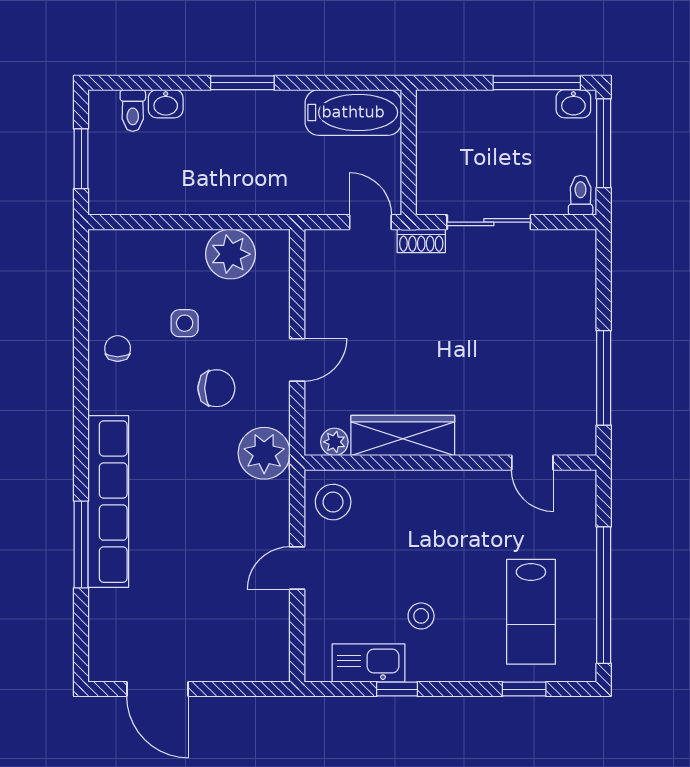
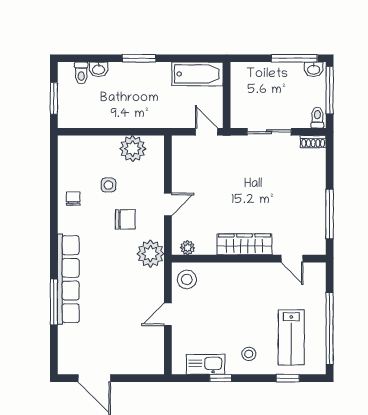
shoe rack: (421, 241) -> (313, 142), moved
wardrobe: (403, 436) -> (244, 244), moved
stool: (421, 616) -> (249, 354), moved

